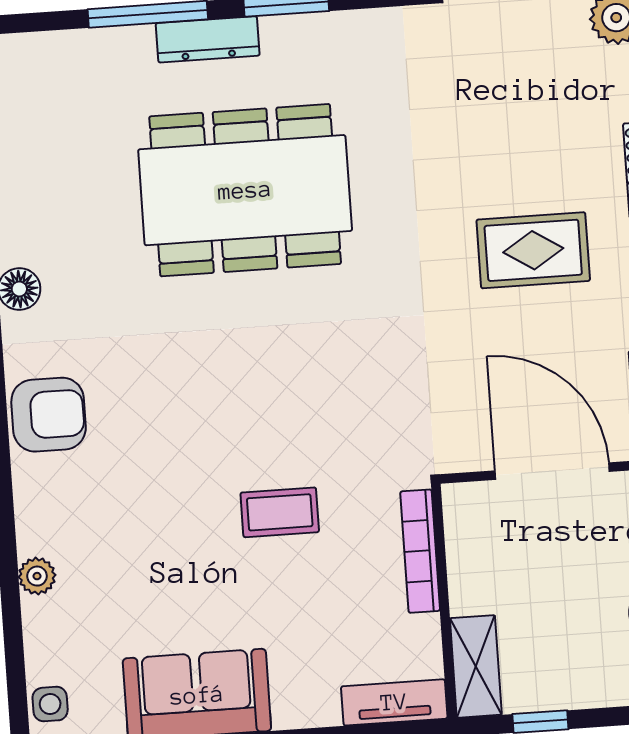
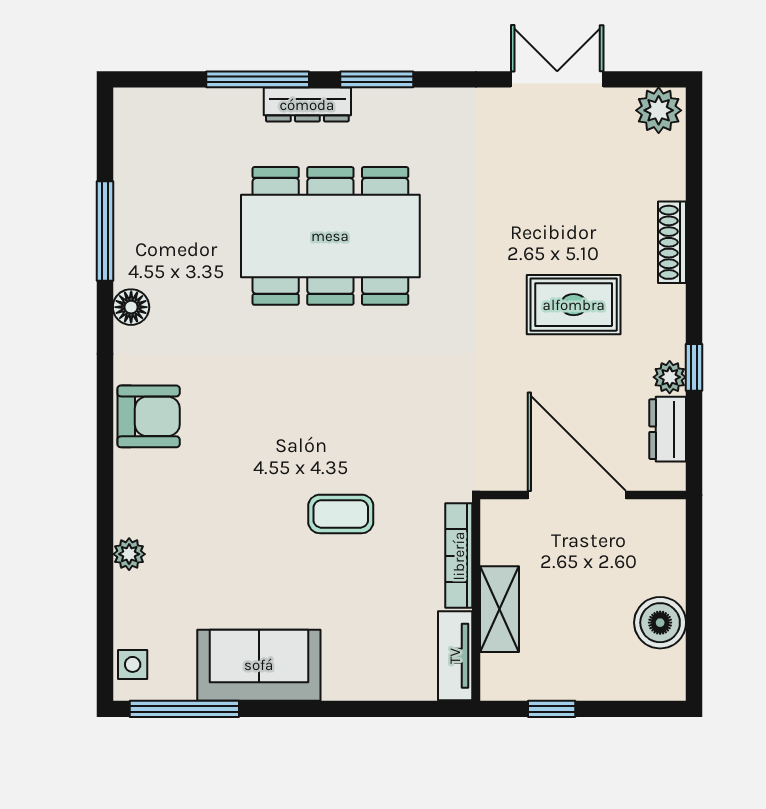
shelving: (476, 666) -> (500, 609), moved
tv unit: (394, 702) -> (455, 656), moved, turned -90

